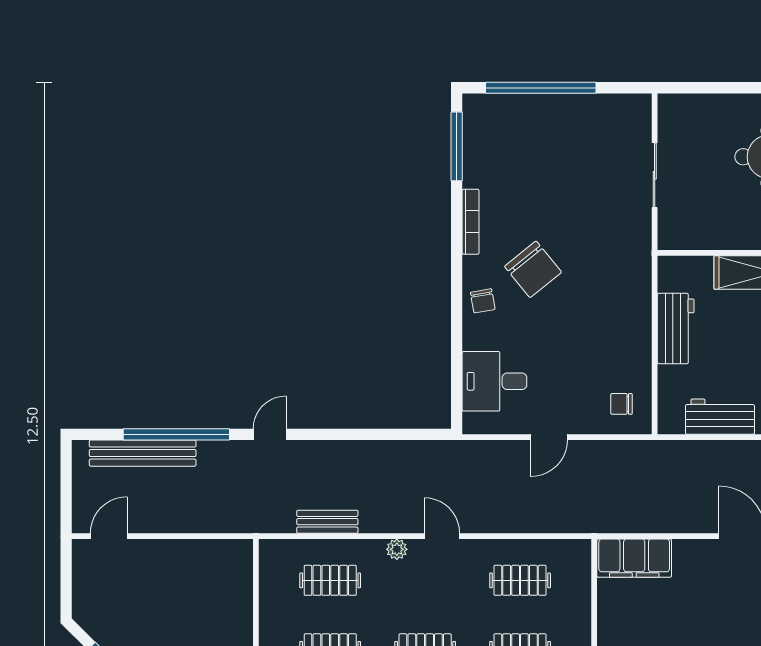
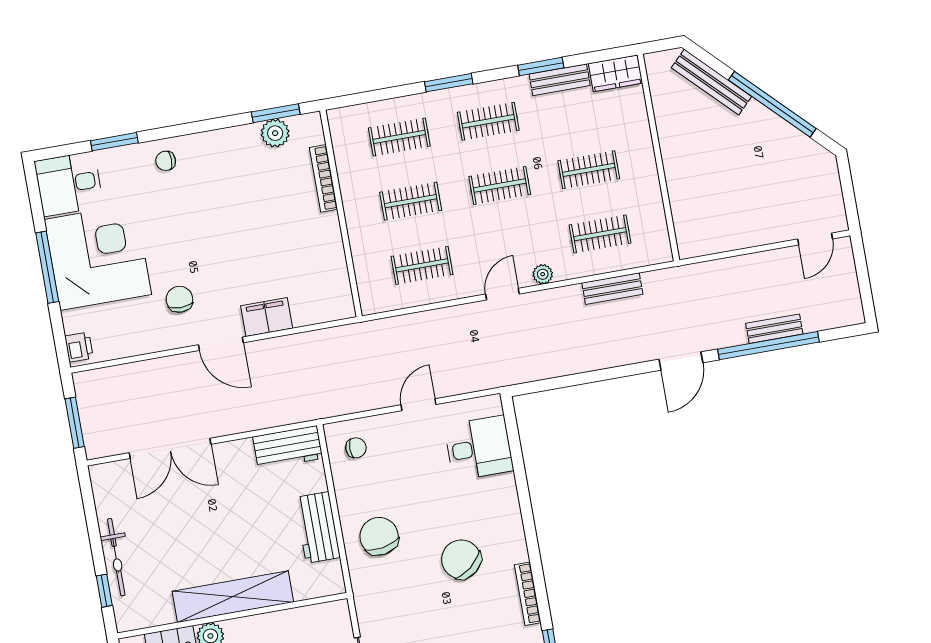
chair: (483, 301) -> (379, 536), moved, width x1.87, depth x1.87
workbench: (720, 417) -> (288, 448), moved
door: (270, 434) -> (681, 361), width x1.38
bench: (143, 453) -> (774, 329), width x0.54, depth x0.82
door: (442, 536) -> (503, 294), swing flipped
filing cabinet: (634, 558) -> (267, 317), moved, width x0.67, depth x0.86

